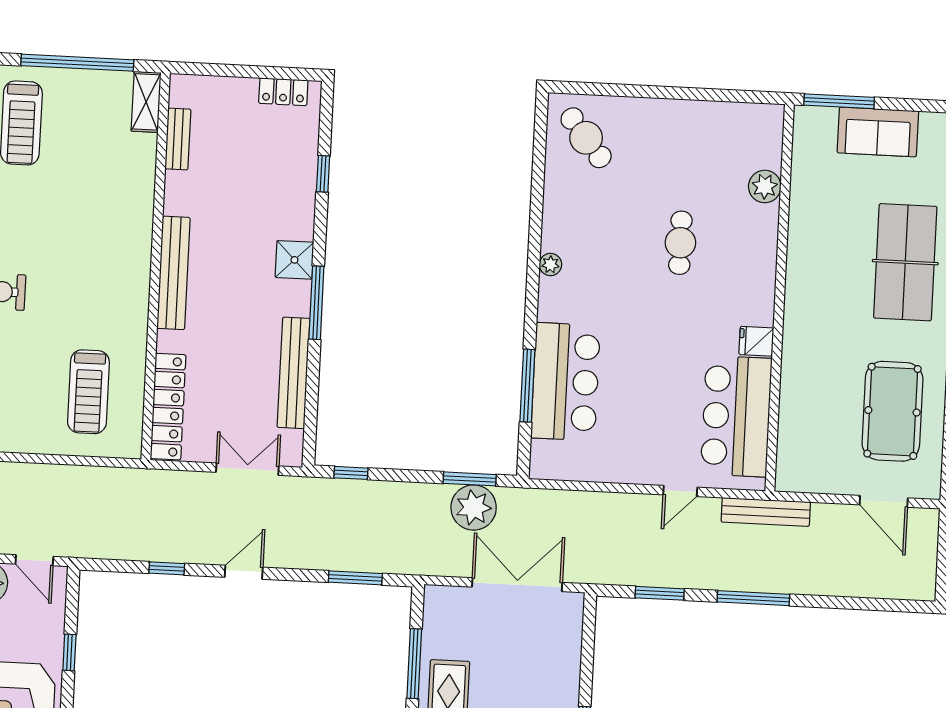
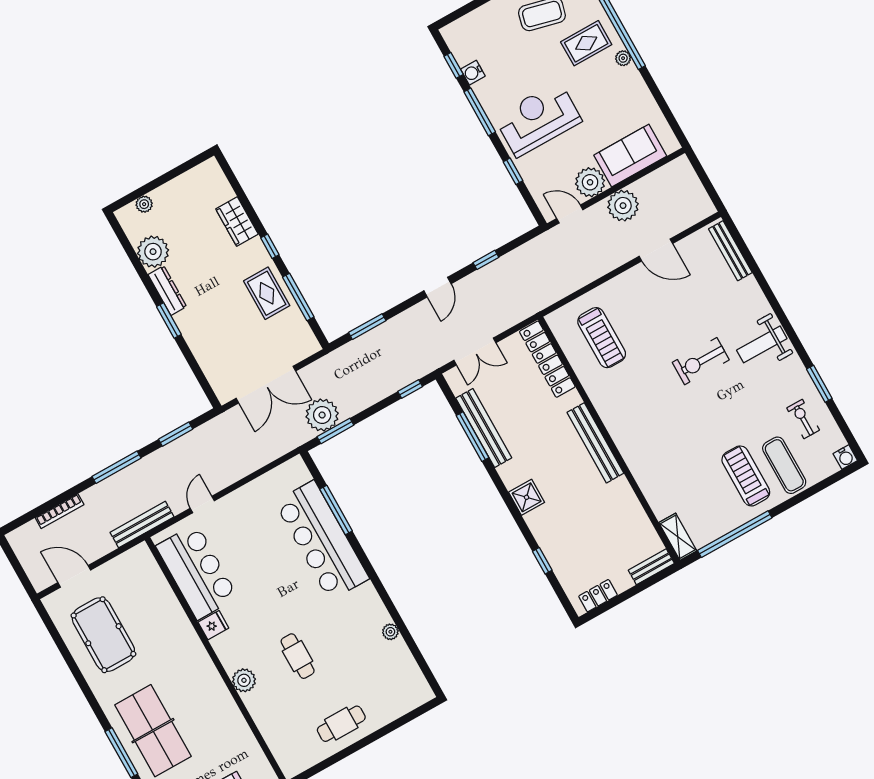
cafe table: (586, 138) -> (341, 724), moved, turned -51
bench: (178, 139) -> (651, 567), moved, turned 90
plant: (765, 186) -> (244, 680), moved
plant: (550, 265) -> (390, 632), moved
window: (316, 303) -> (472, 437), moved
bar counter: (565, 382) -> (322, 540), width x1.36
treadmill: (88, 392) -> (602, 338), turned 180
bookcase: (853, 589) -> (60, 511), added

